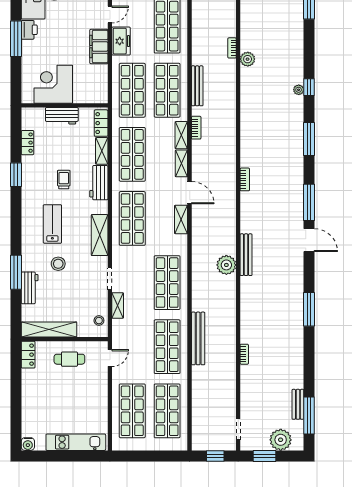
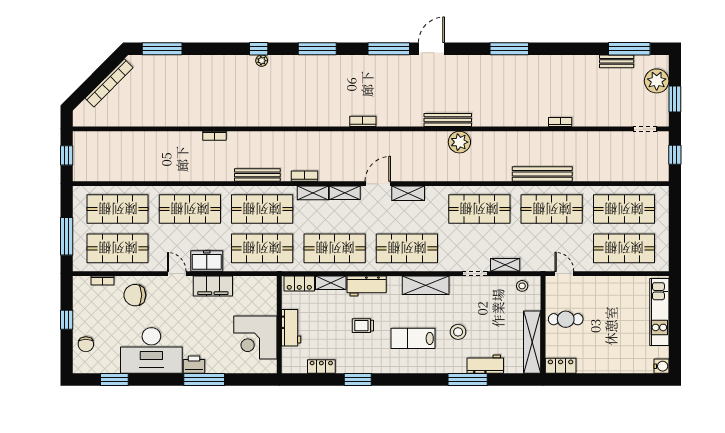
plant: (248, 59) -> (227, 118), removed
cafe table: (69, 359) -> (566, 319), turned 90

